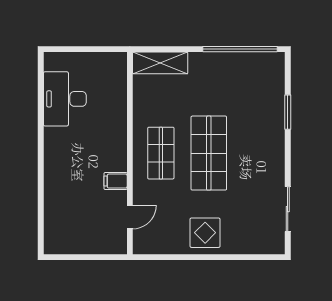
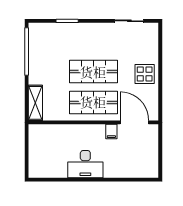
desk: (65, 99) -> (85, 164), moved
shop shelf: (161, 153) -> (93, 102), width x1.43, depth x1.36
door: (130, 217) -> (134, 122), width x1.87

